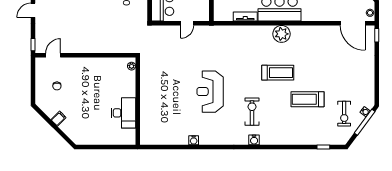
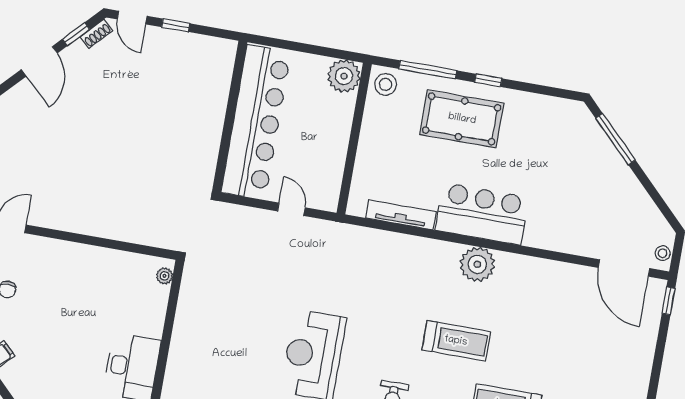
tv unit: (245, 17) -> (401, 215), width x1.41
door: (187, 23) -> (291, 209), swing flipped

